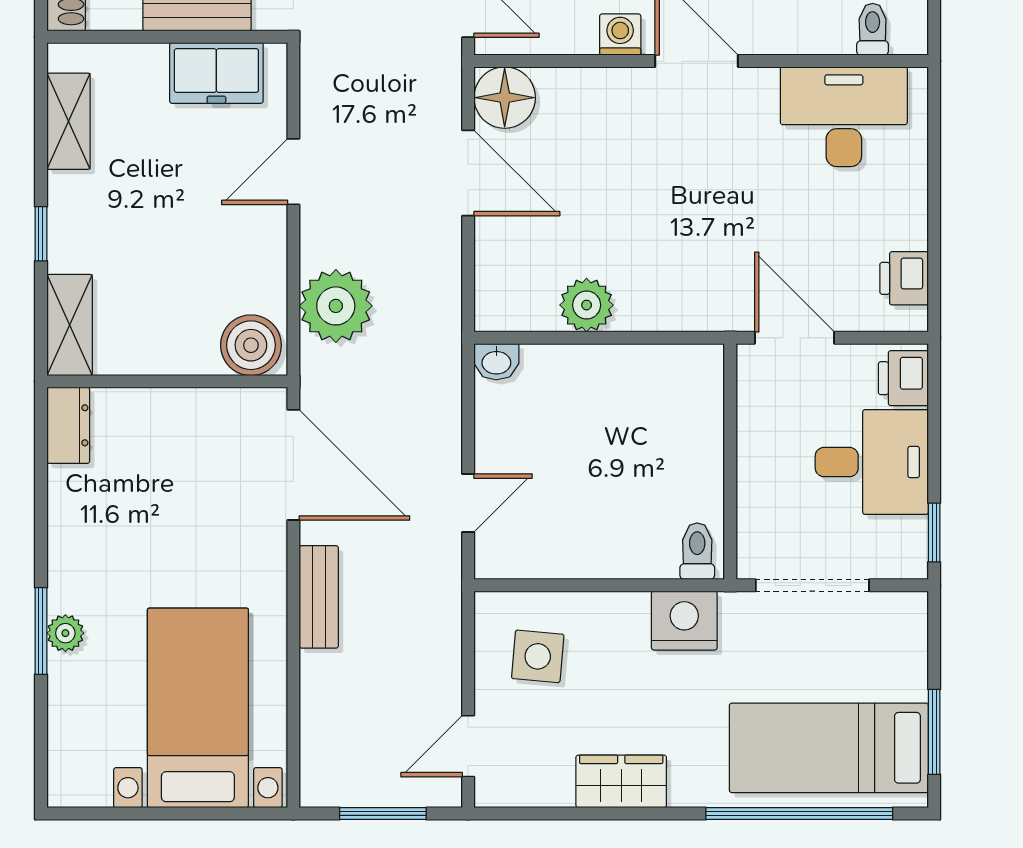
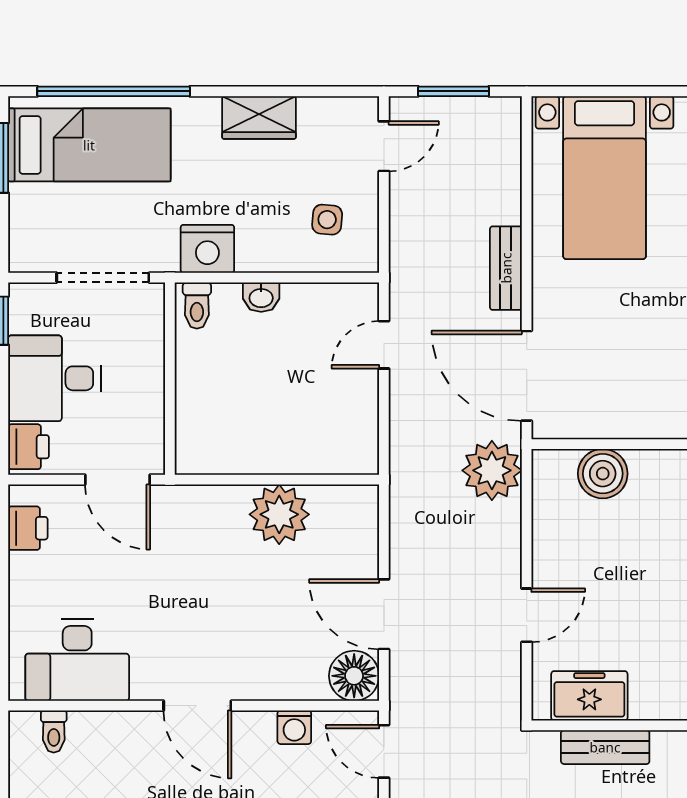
washing machine: (620, 35) -> (294, 727), moved
plant: (587, 305) -> (279, 514), width x1.36, depth x1.36
plant: (336, 306) -> (492, 470), moved
boiler: (251, 345) -> (603, 474), moved
washbasin: (496, 362) -> (261, 297), moved, turned 180
side table: (538, 656) -> (327, 220), width x0.73, depth x0.73

